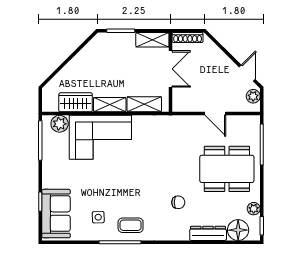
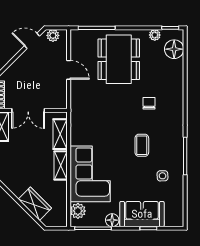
double door: (171, 69) -> (28, 110), swing flipped
wardrobe: (76, 102) -> (35, 204), moved, turned 135
door: (215, 114) -> (69, 70), hinge flipped
floor lamp: (49, 162) -> (112, 220), added
sofa: (56, 214) -> (142, 214), moved
coffee table: (131, 225) -> (142, 145), moved
dresser: (208, 233) -> (177, 76), removed

